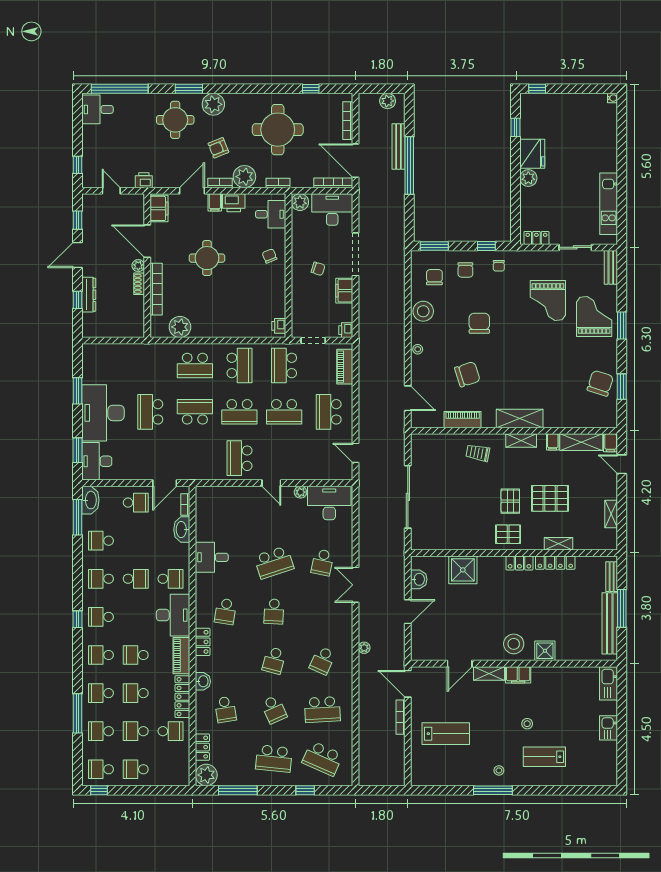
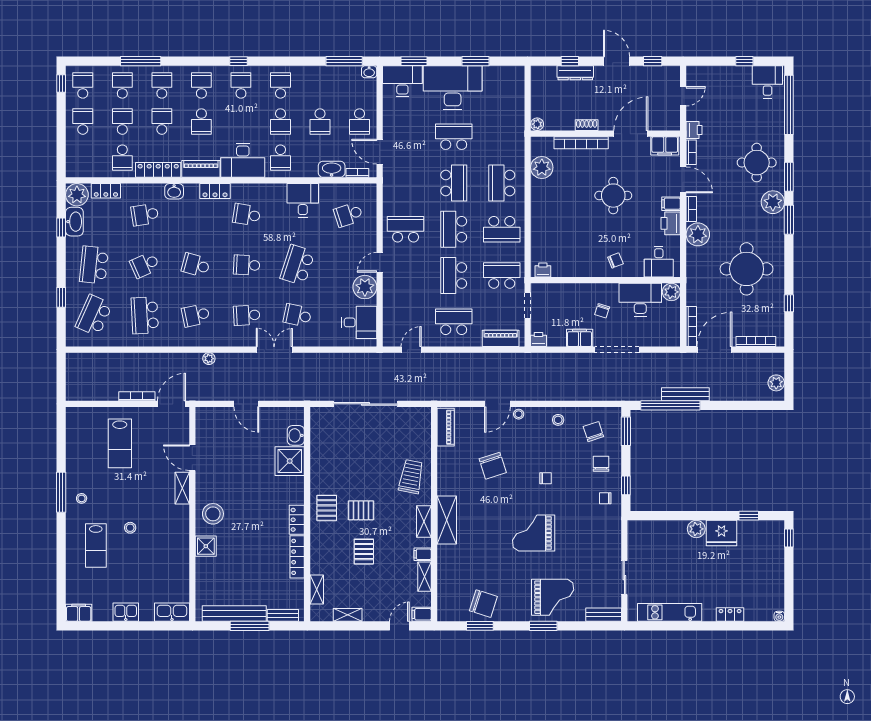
window: (230, 89) -> (789, 220), added
bench: (398, 147) -> (685, 394), moved
armchair: (218, 148) -> (728, 207), removed
window: (77, 165) -> (744, 61), moved
window: (409, 166) -> (670, 405), moved
bookcase: (278, 183) -> (691, 152), moved
desk: (332, 209) -> (640, 300), moved, turned -90
locker: (536, 238) -> (730, 614), moved, turned -90
plant: (138, 266) -> (537, 124), moved
chair: (465, 270) -> (601, 464), turned 90
chair: (434, 277) -> (593, 432), turned -108
grand piano: (548, 300) -> (534, 533), moved
stool: (423, 311) -> (558, 420), width x0.53, depth x0.53
chair: (479, 323) -> (546, 478), width x0.54, depth x0.54
door: (408, 398) -> (497, 404), moved
piano: (463, 420) -> (446, 427), moved
shelving: (581, 442) -> (424, 577), width x0.67, depth x0.75
trolley: (478, 453) -> (411, 477), width x1.36, depth x1.39
plant: (300, 492) -> (365, 287), width x1.88, depth x1.88
pallet: (550, 498) -> (364, 552), width x0.67, depth x0.71
washbasin: (90, 500) -> (369, 72), width x0.52, depth x0.69
desk: (329, 503) -> (359, 322), width x0.73
school desk: (225, 513) -> (348, 215), added
school desk: (101, 541) -> (320, 122), moved, turned 180
shelving: (559, 544) -> (317, 590), moved
school desk: (274, 562) -> (297, 265), turned 36
washbasin: (419, 579) -> (296, 435), moved, turned 90
school desk: (322, 611) -> (247, 315), added
school desk: (136, 655) -> (201, 122), turned 180
school desk: (322, 660) -> (196, 315), turned -36
filing cabinet: (518, 675) -> (79, 613), moved, turned 90
lab bench: (544, 757) -> (96, 546), turned 180
washbasin: (232, 777) -> (74, 222), added
window: (238, 790) -> (61, 227), width x0.46

